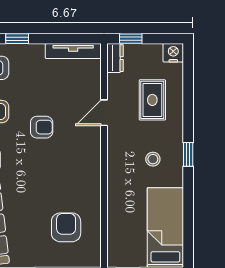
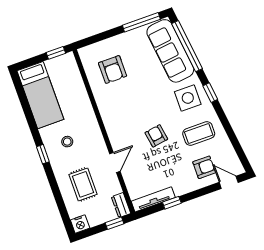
window: (17, 39) -> (172, 203), moved
armchair: (42, 127) -> (156, 136), turned 81

